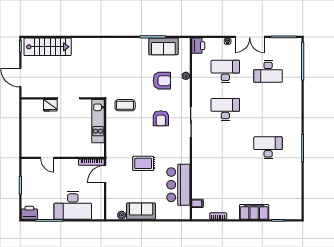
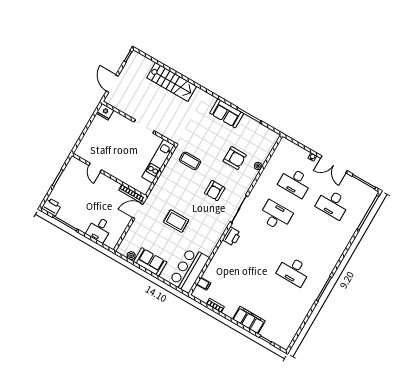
sofa: (163, 46) -> (227, 113), moved
printer: (198, 46) -> (232, 236), moved
stairs: (48, 47) -> (172, 82), moved
desk: (225, 71) -> (295, 182), turned 180
fridge: (50, 105) -> (105, 112), moved
desk: (268, 148) -> (294, 271), turned 180
bar counter: (178, 185) -> (189, 270), moved
desk: (73, 205) -> (99, 229), width x0.53, depth x0.77

